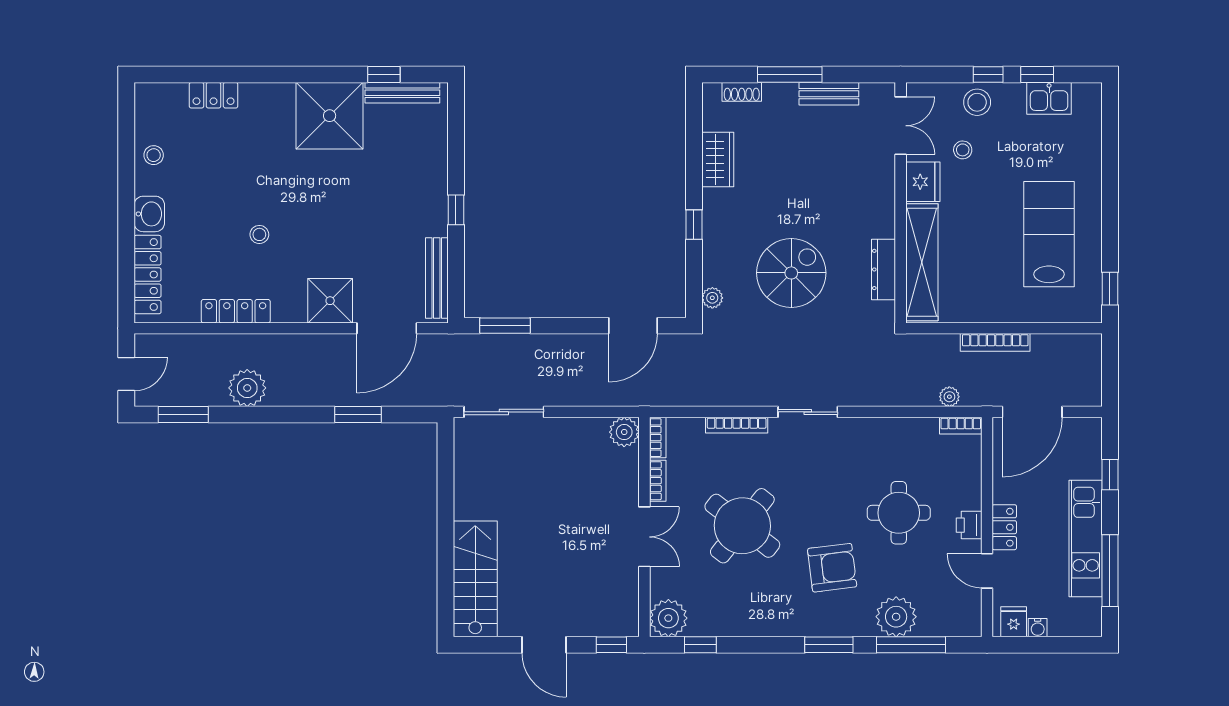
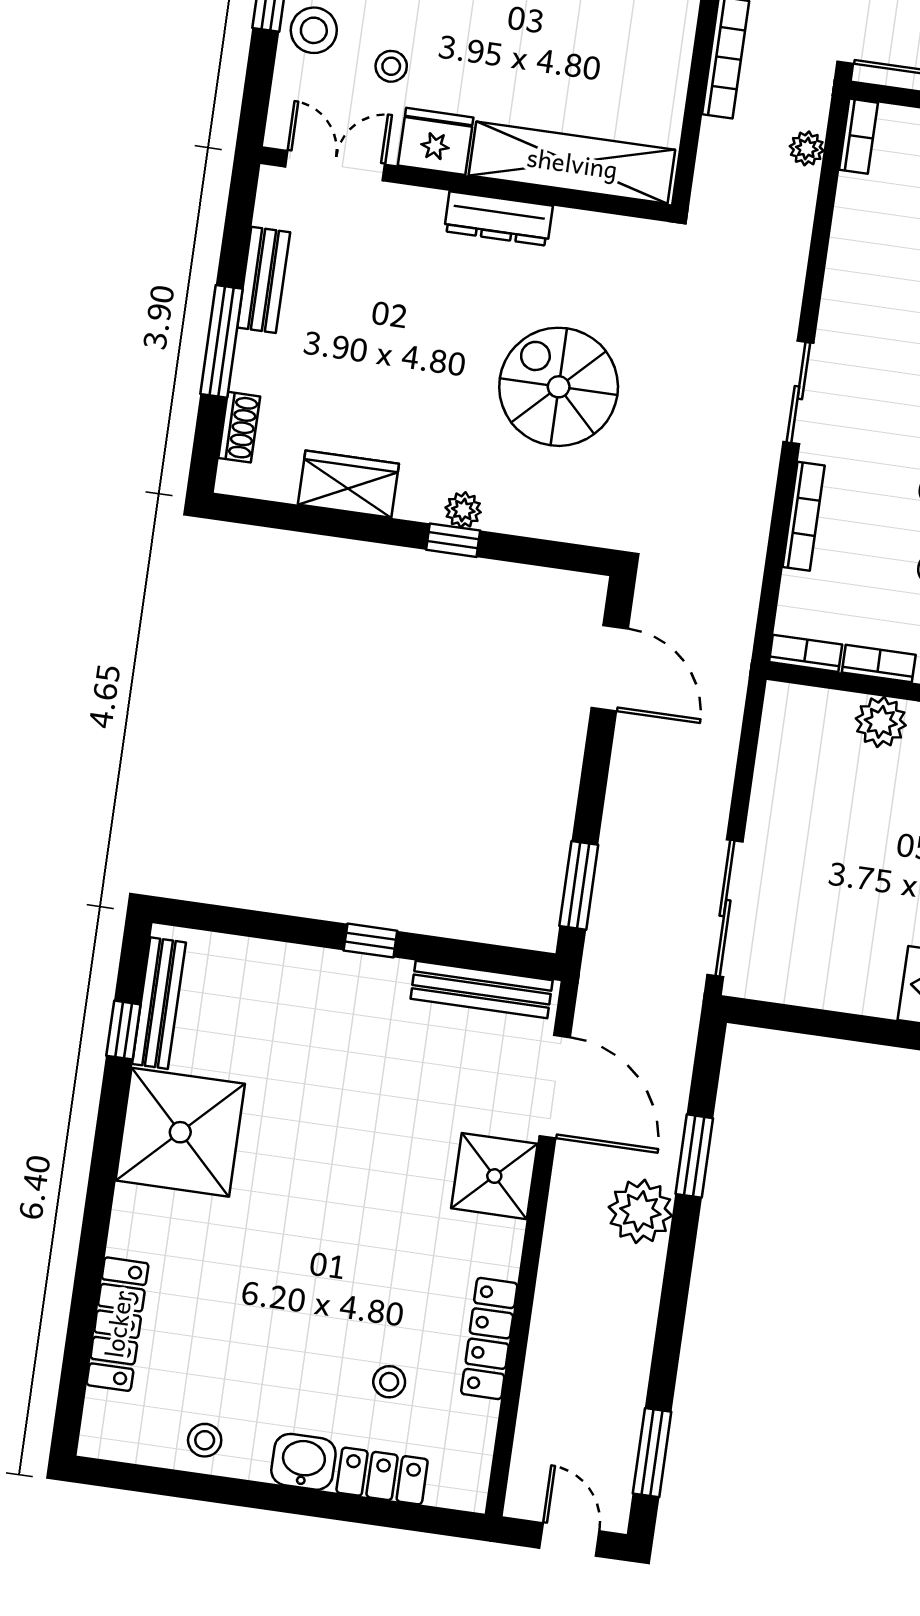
locker: (214, 95) -> (118, 1324), width x1.53
stool: (259, 234) -> (389, 1382), moved
dresser: (884, 269) -> (498, 219), moved
locker: (148, 275) -> (382, 1476), width x0.66
plant: (712, 298) -> (463, 510), moved
plant: (247, 388) -> (640, 1211), moved
plant: (624, 432) -> (881, 722), moved

